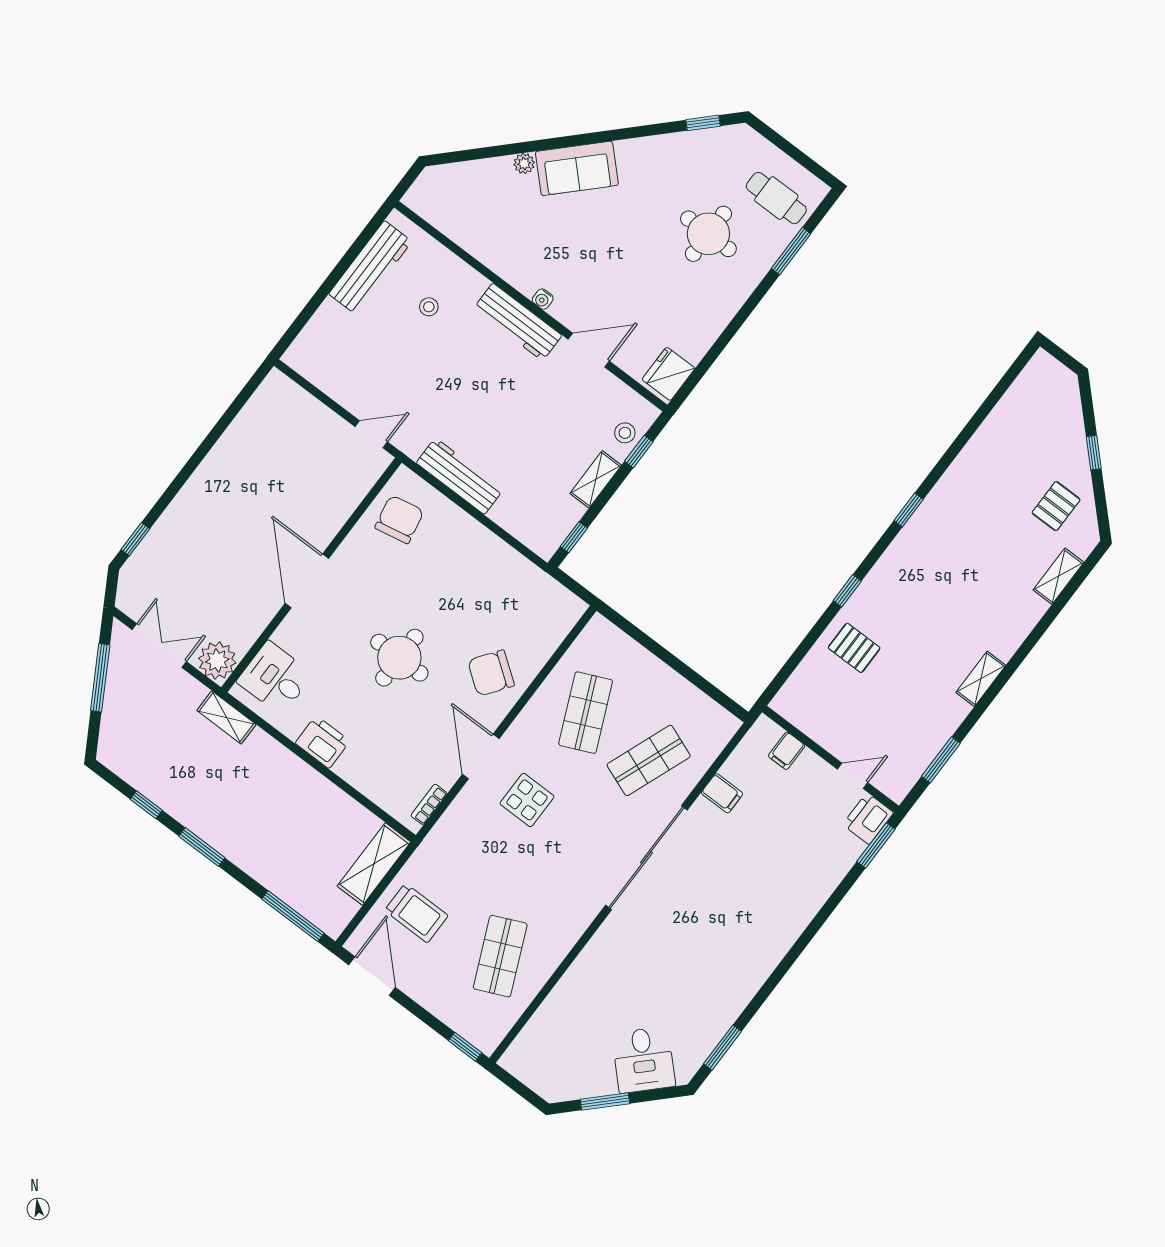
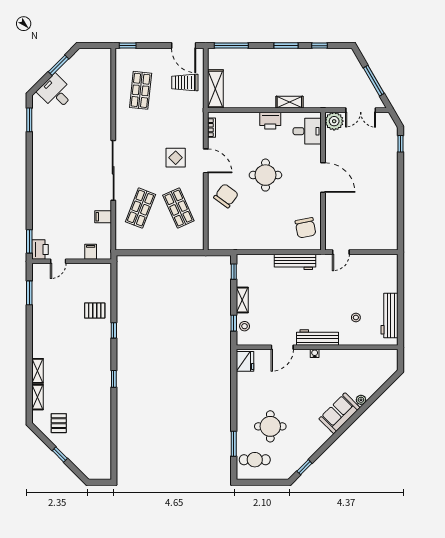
shelving: (981, 679) -> (37, 371), moved
shelving: (226, 717) -> (289, 102), moved
shop shelf: (500, 956) -> (141, 90), turned 30

